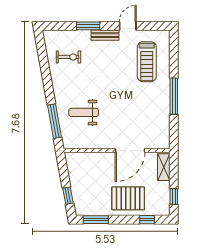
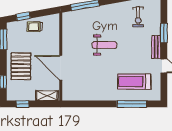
window: (174, 96) -> (132, 104), moved
weight bench: (84, 112) -> (104, 45), moved, turned 90
trolley: (80, 182) -> (35, 27), added

